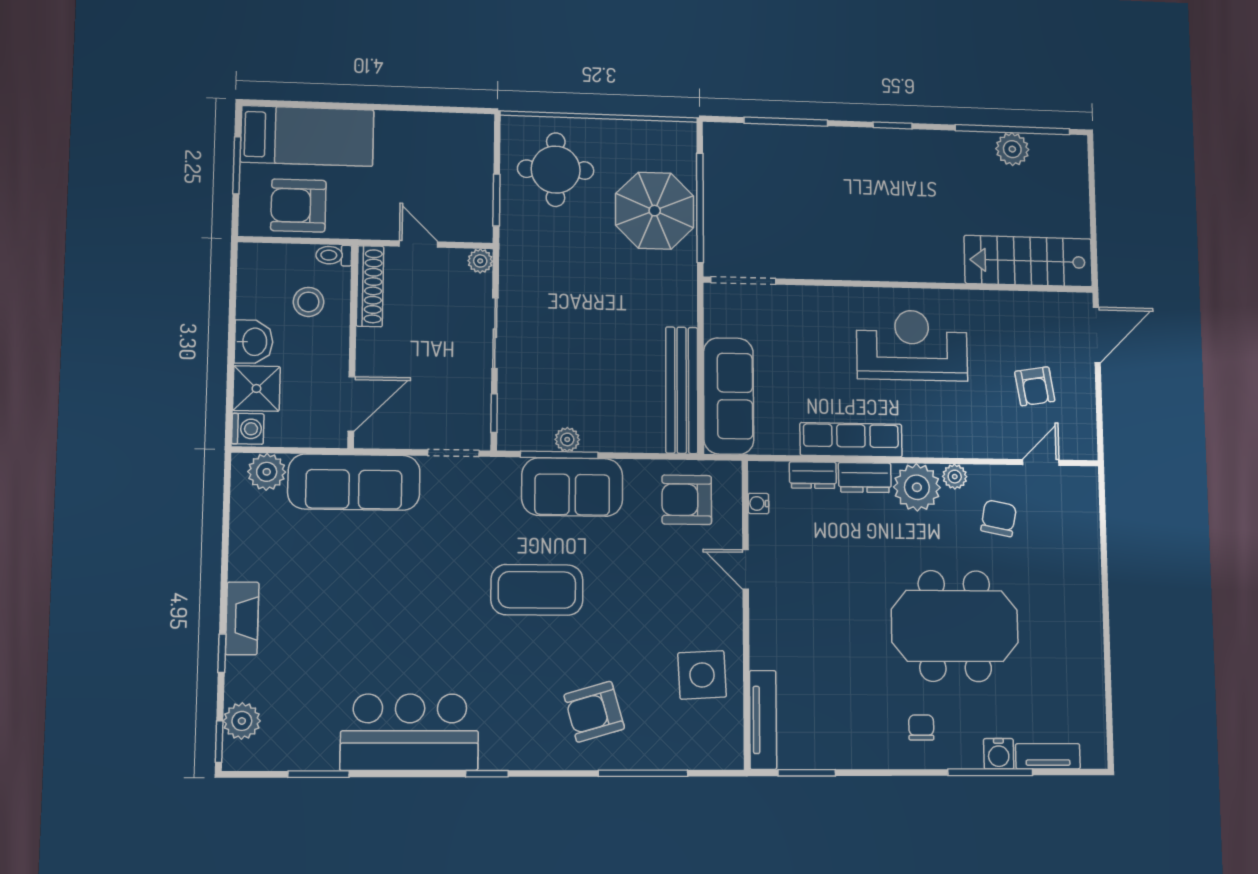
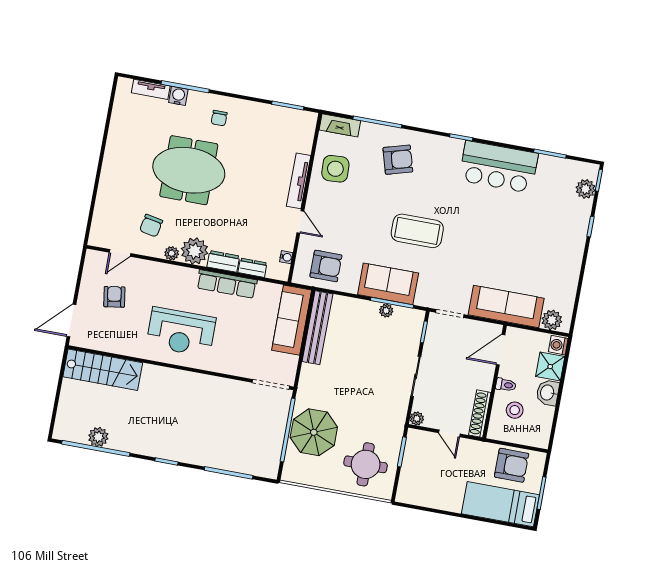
toilet: (334, 255) -> (506, 385), moved
fireplace: (242, 618) -> (340, 125), moved, turned -90
tv unit: (763, 720) -> (299, 181), moved

